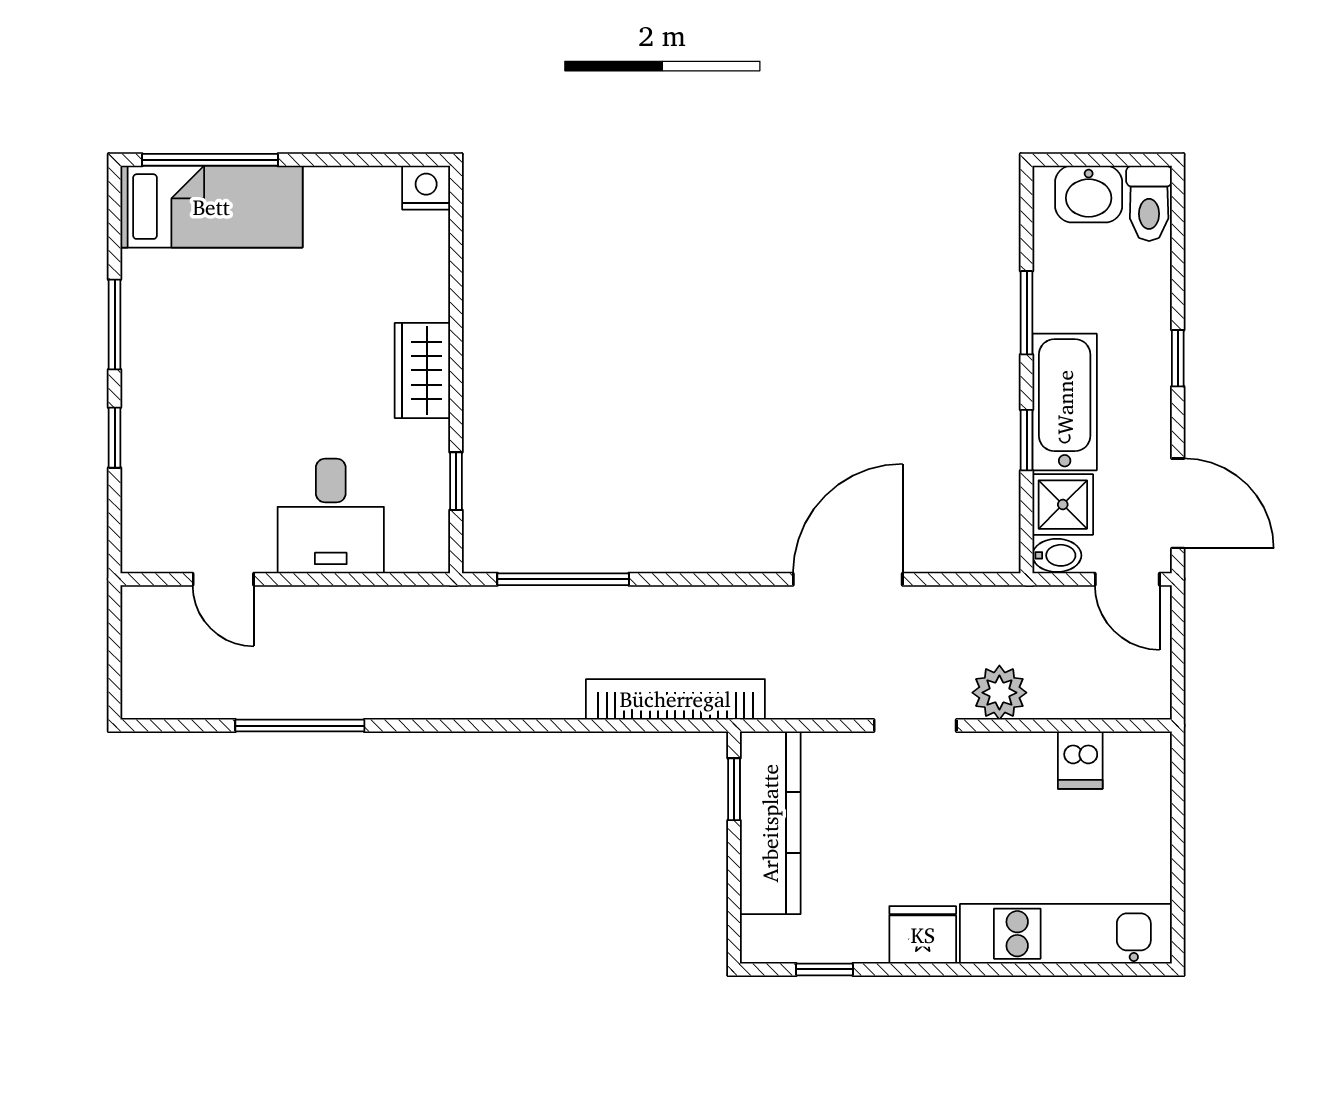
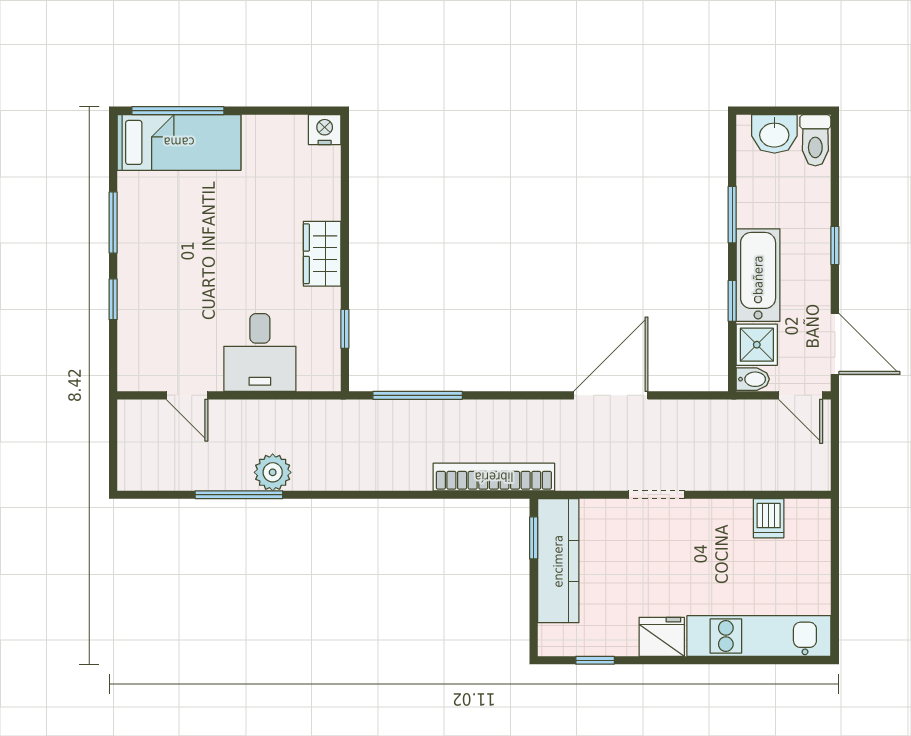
plant: (999, 693) -> (273, 472), moved

